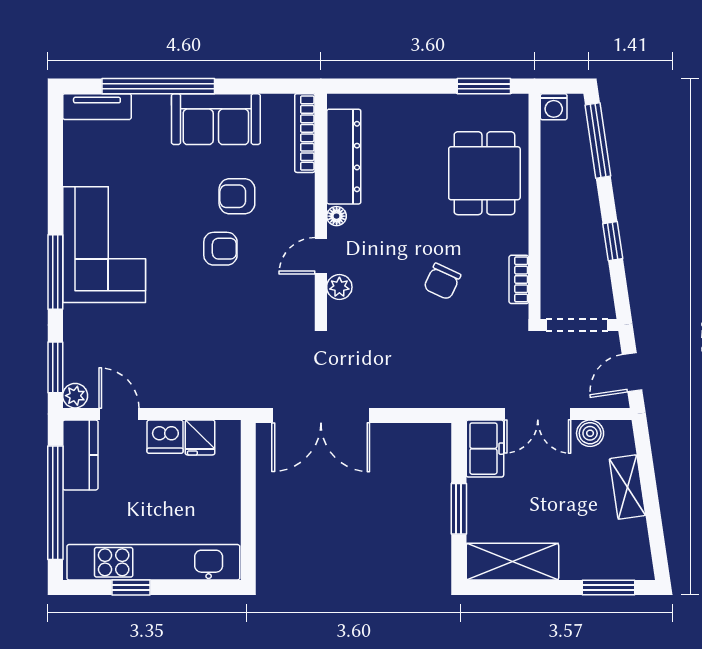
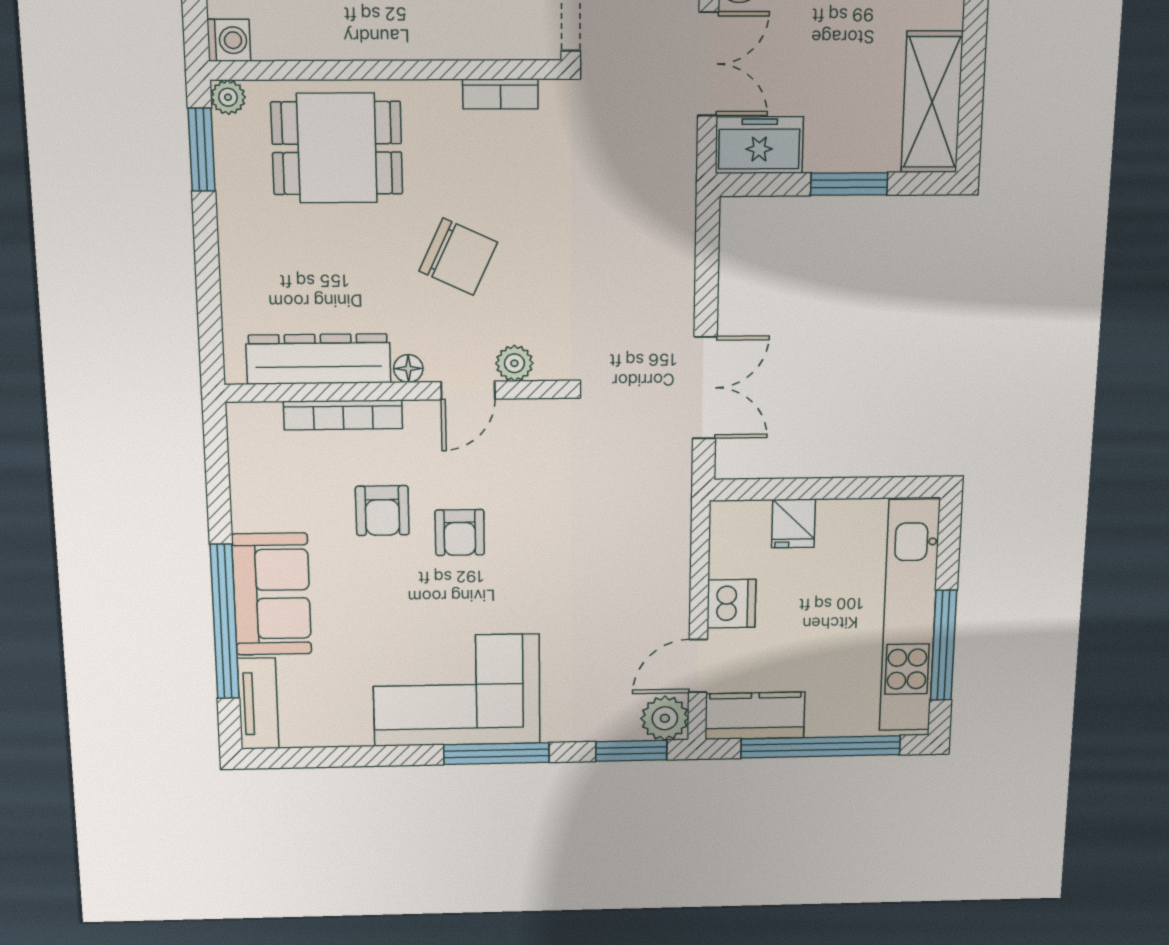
plant: (518, 105) -> (228, 97), added
sofa: (216, 119) -> (272, 594), moved
bookcase: (305, 133) -> (343, 415), moved
armchair: (220, 249) -> (460, 533), turned 180
door: (321, 256) -> (468, 390), hinge flipped
chair: (442, 281) -> (458, 257), moved, width x1.37, depth x1.37
plant: (75, 396) -> (665, 718), width x1.38, depth x1.38
double door: (321, 415) -> (705, 388), width x0.73
fridge: (200, 437) -> (793, 524), moved, turned 90
window: (131, 588) -> (944, 645), width x2.17

